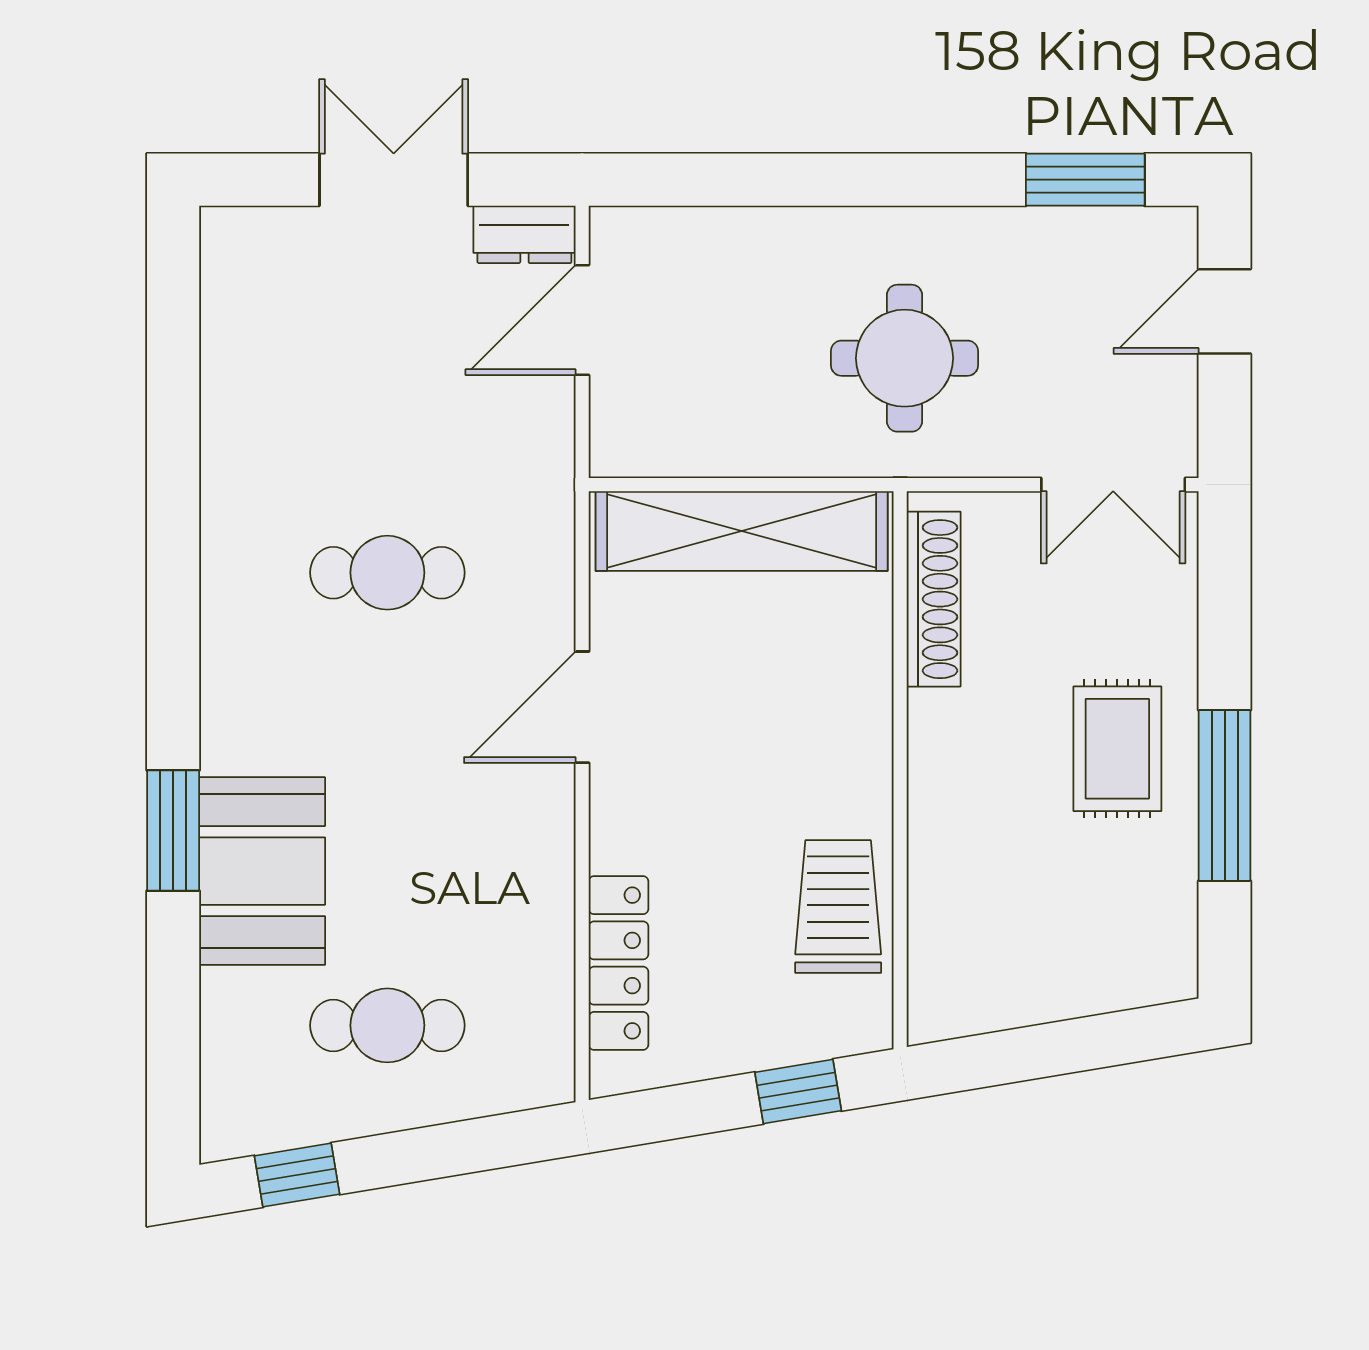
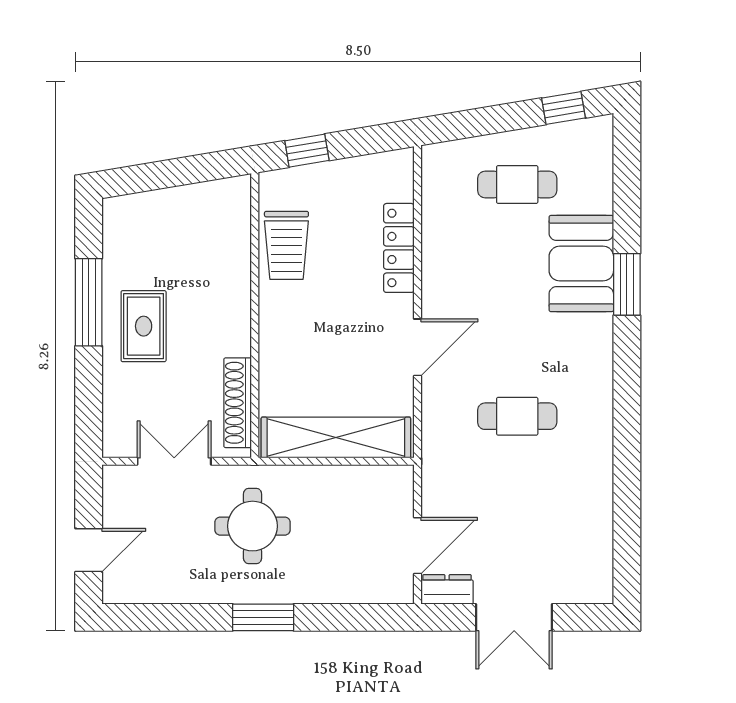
window: (1085, 180) -> (263, 617), moved
double door: (1113, 485) -> (174, 461), moved
locker: (618, 963) -> (399, 248), moved

